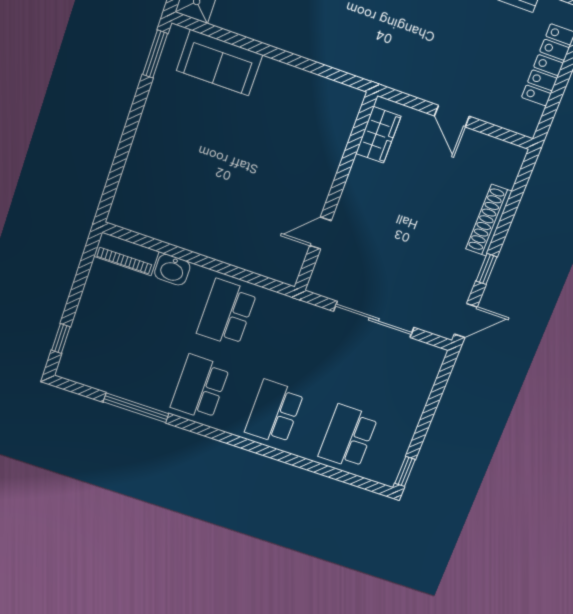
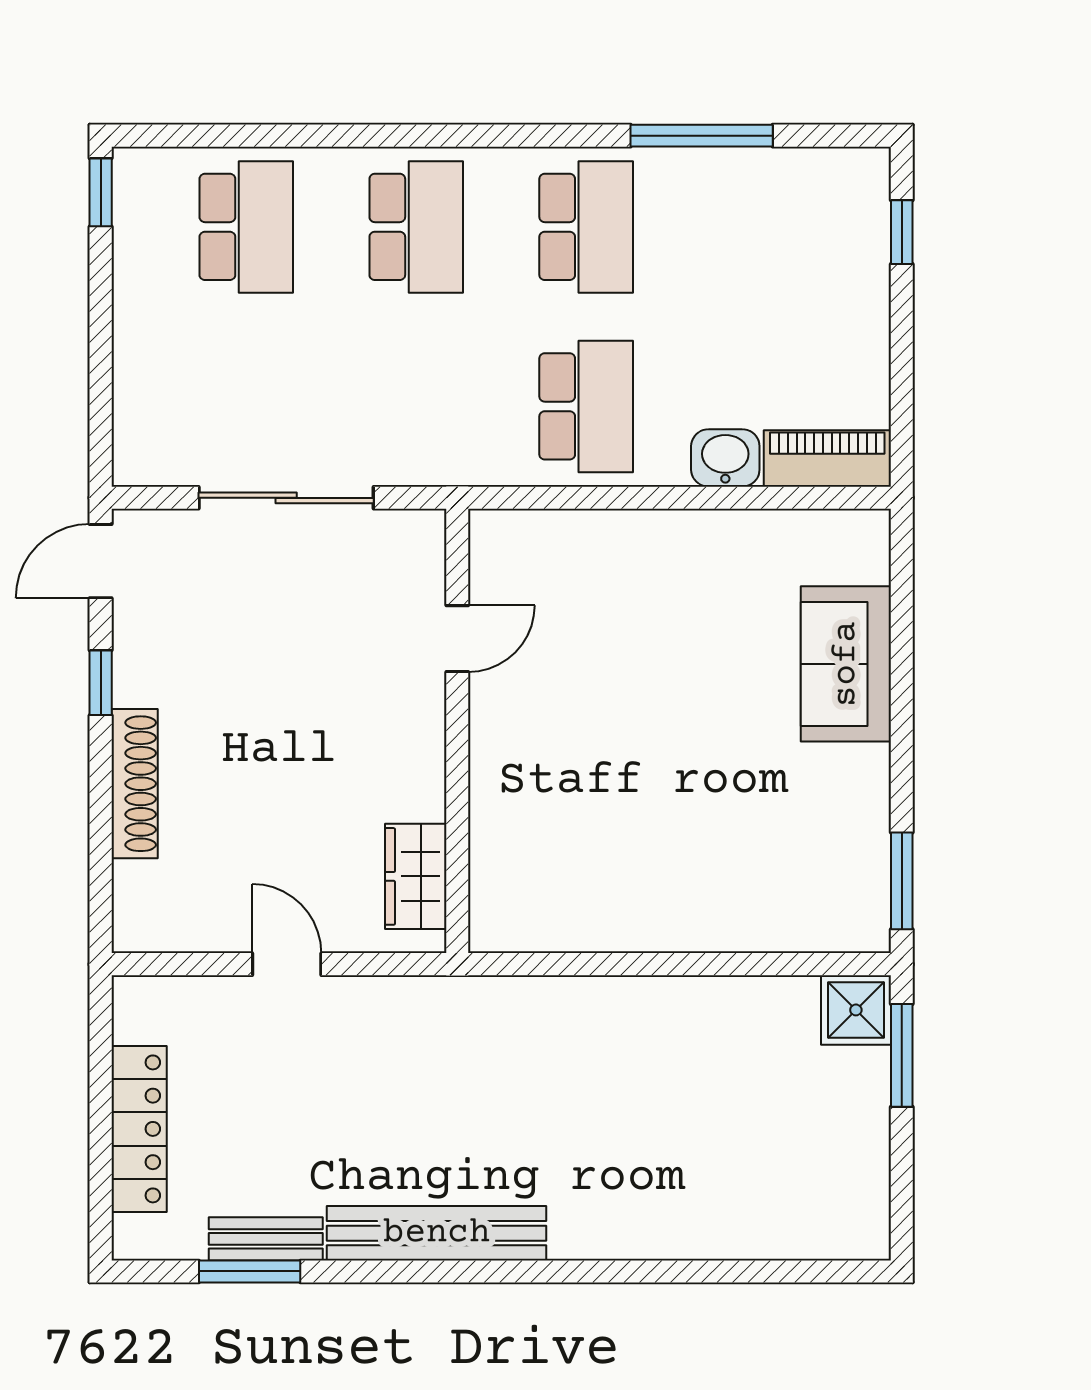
sofa: (220, 63) -> (846, 664), moved, turned -90

